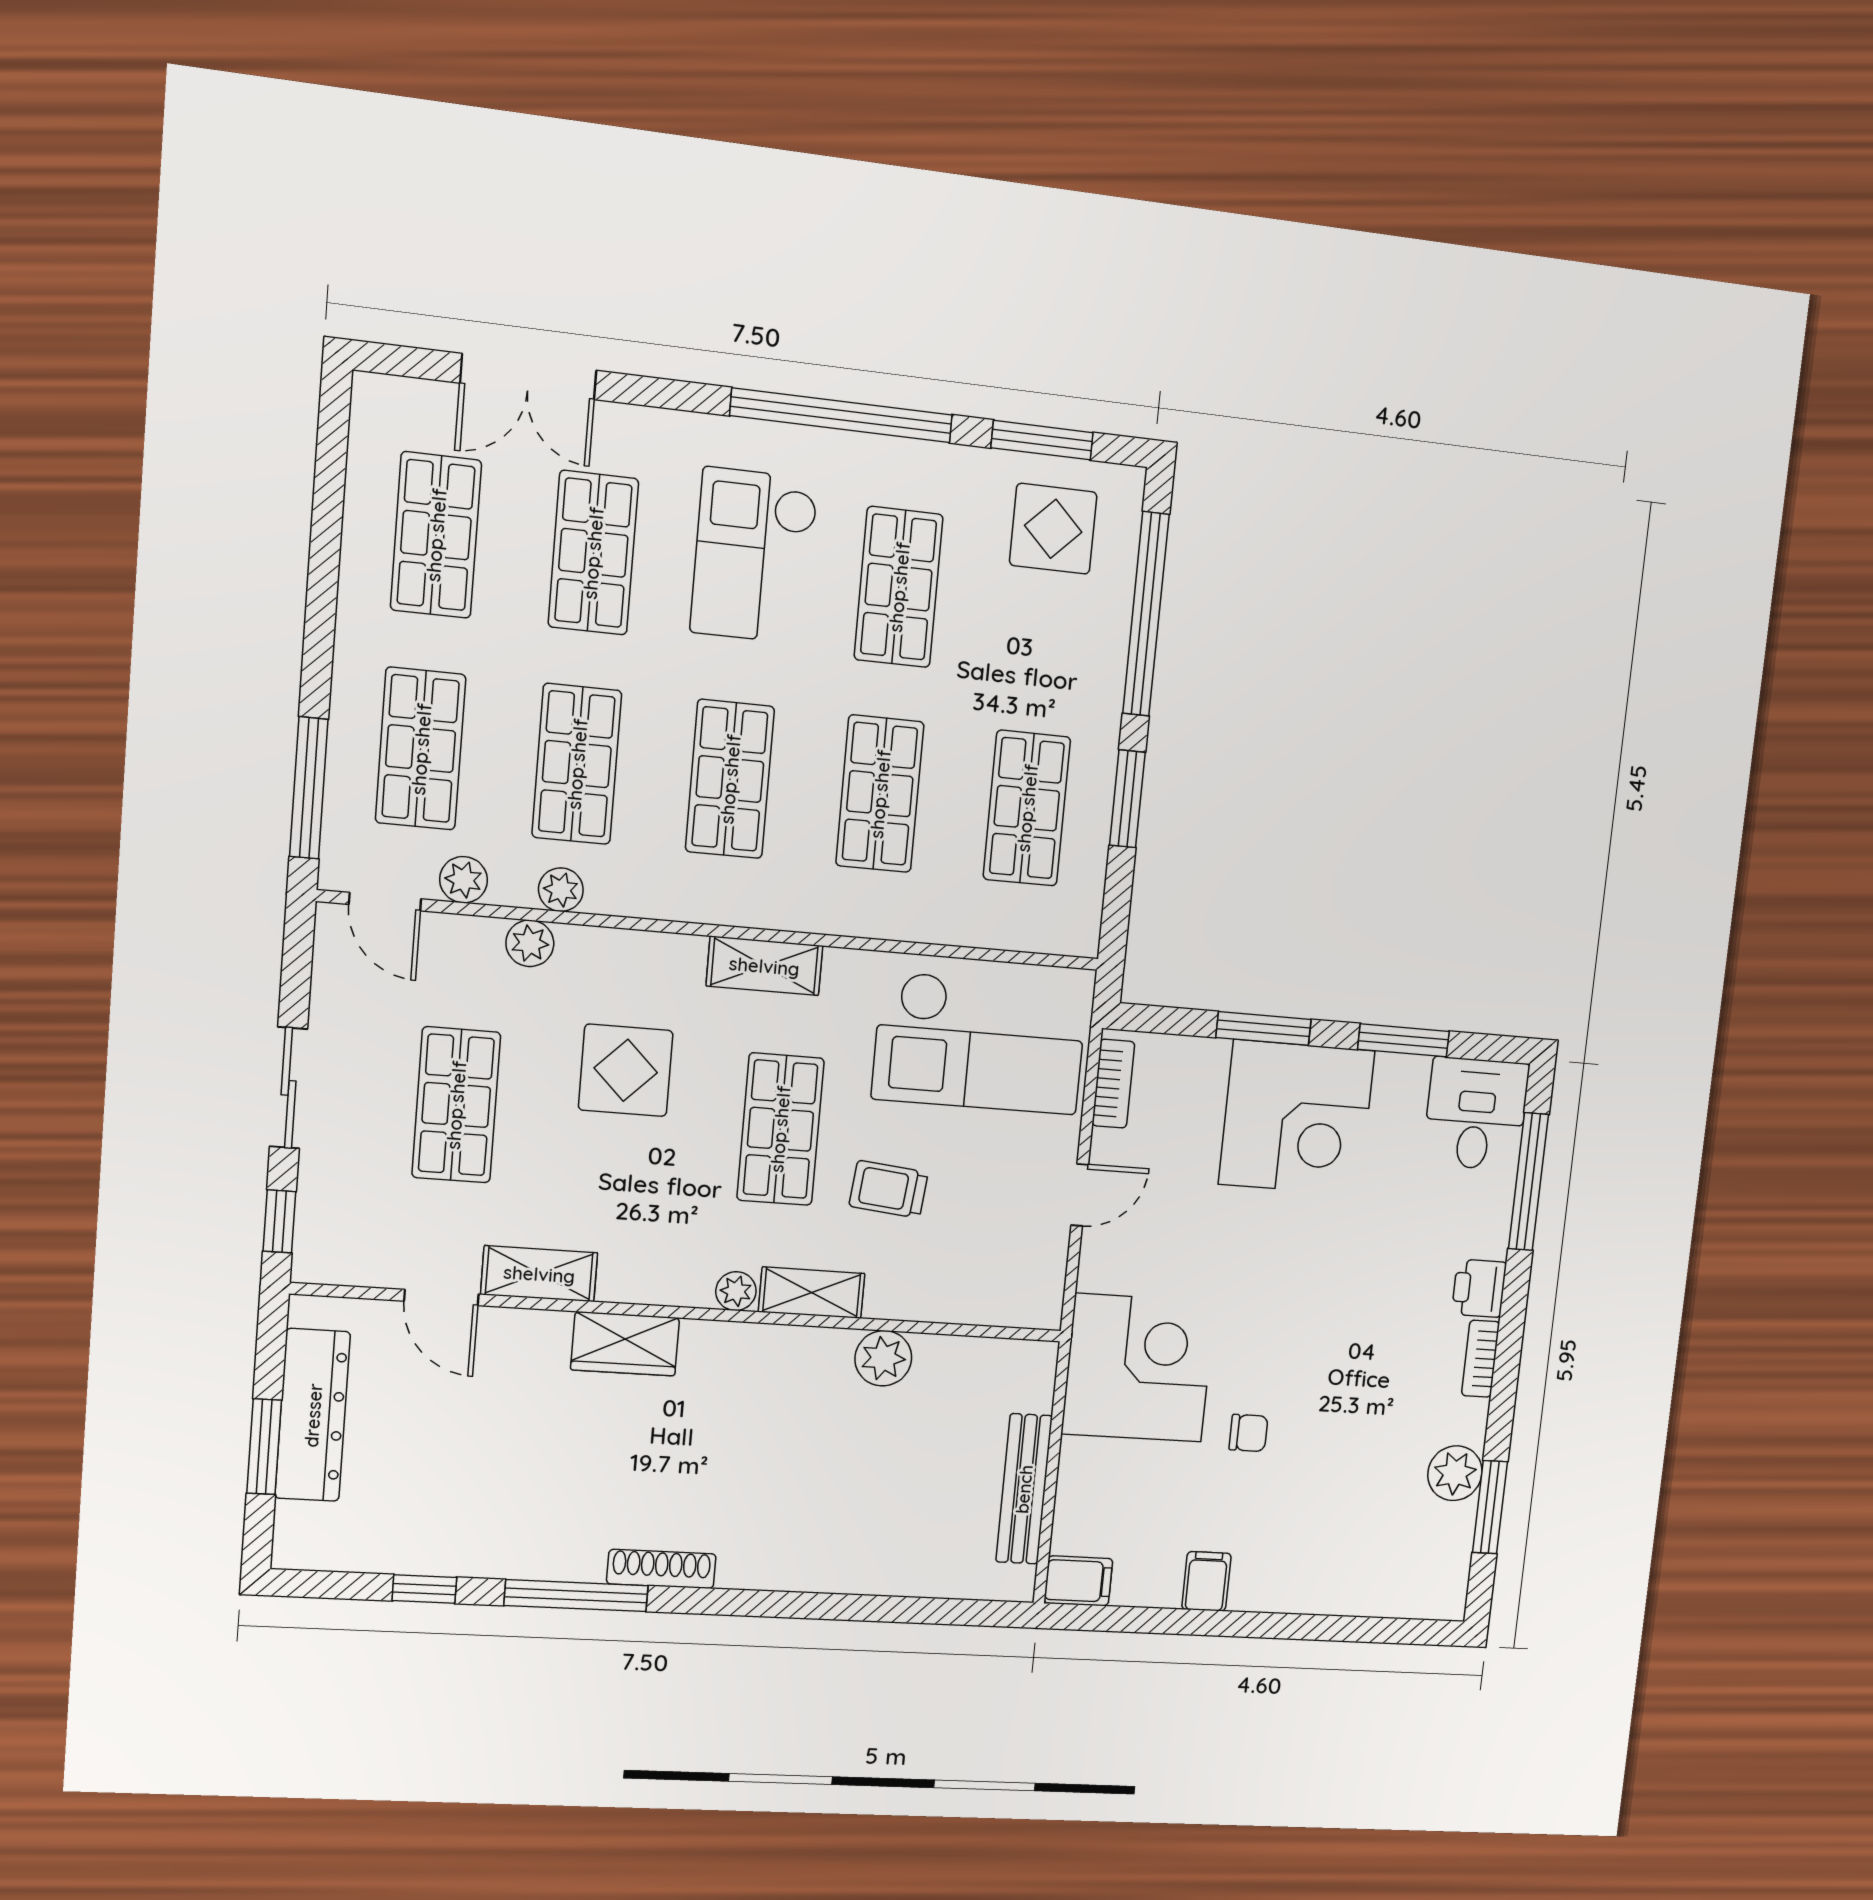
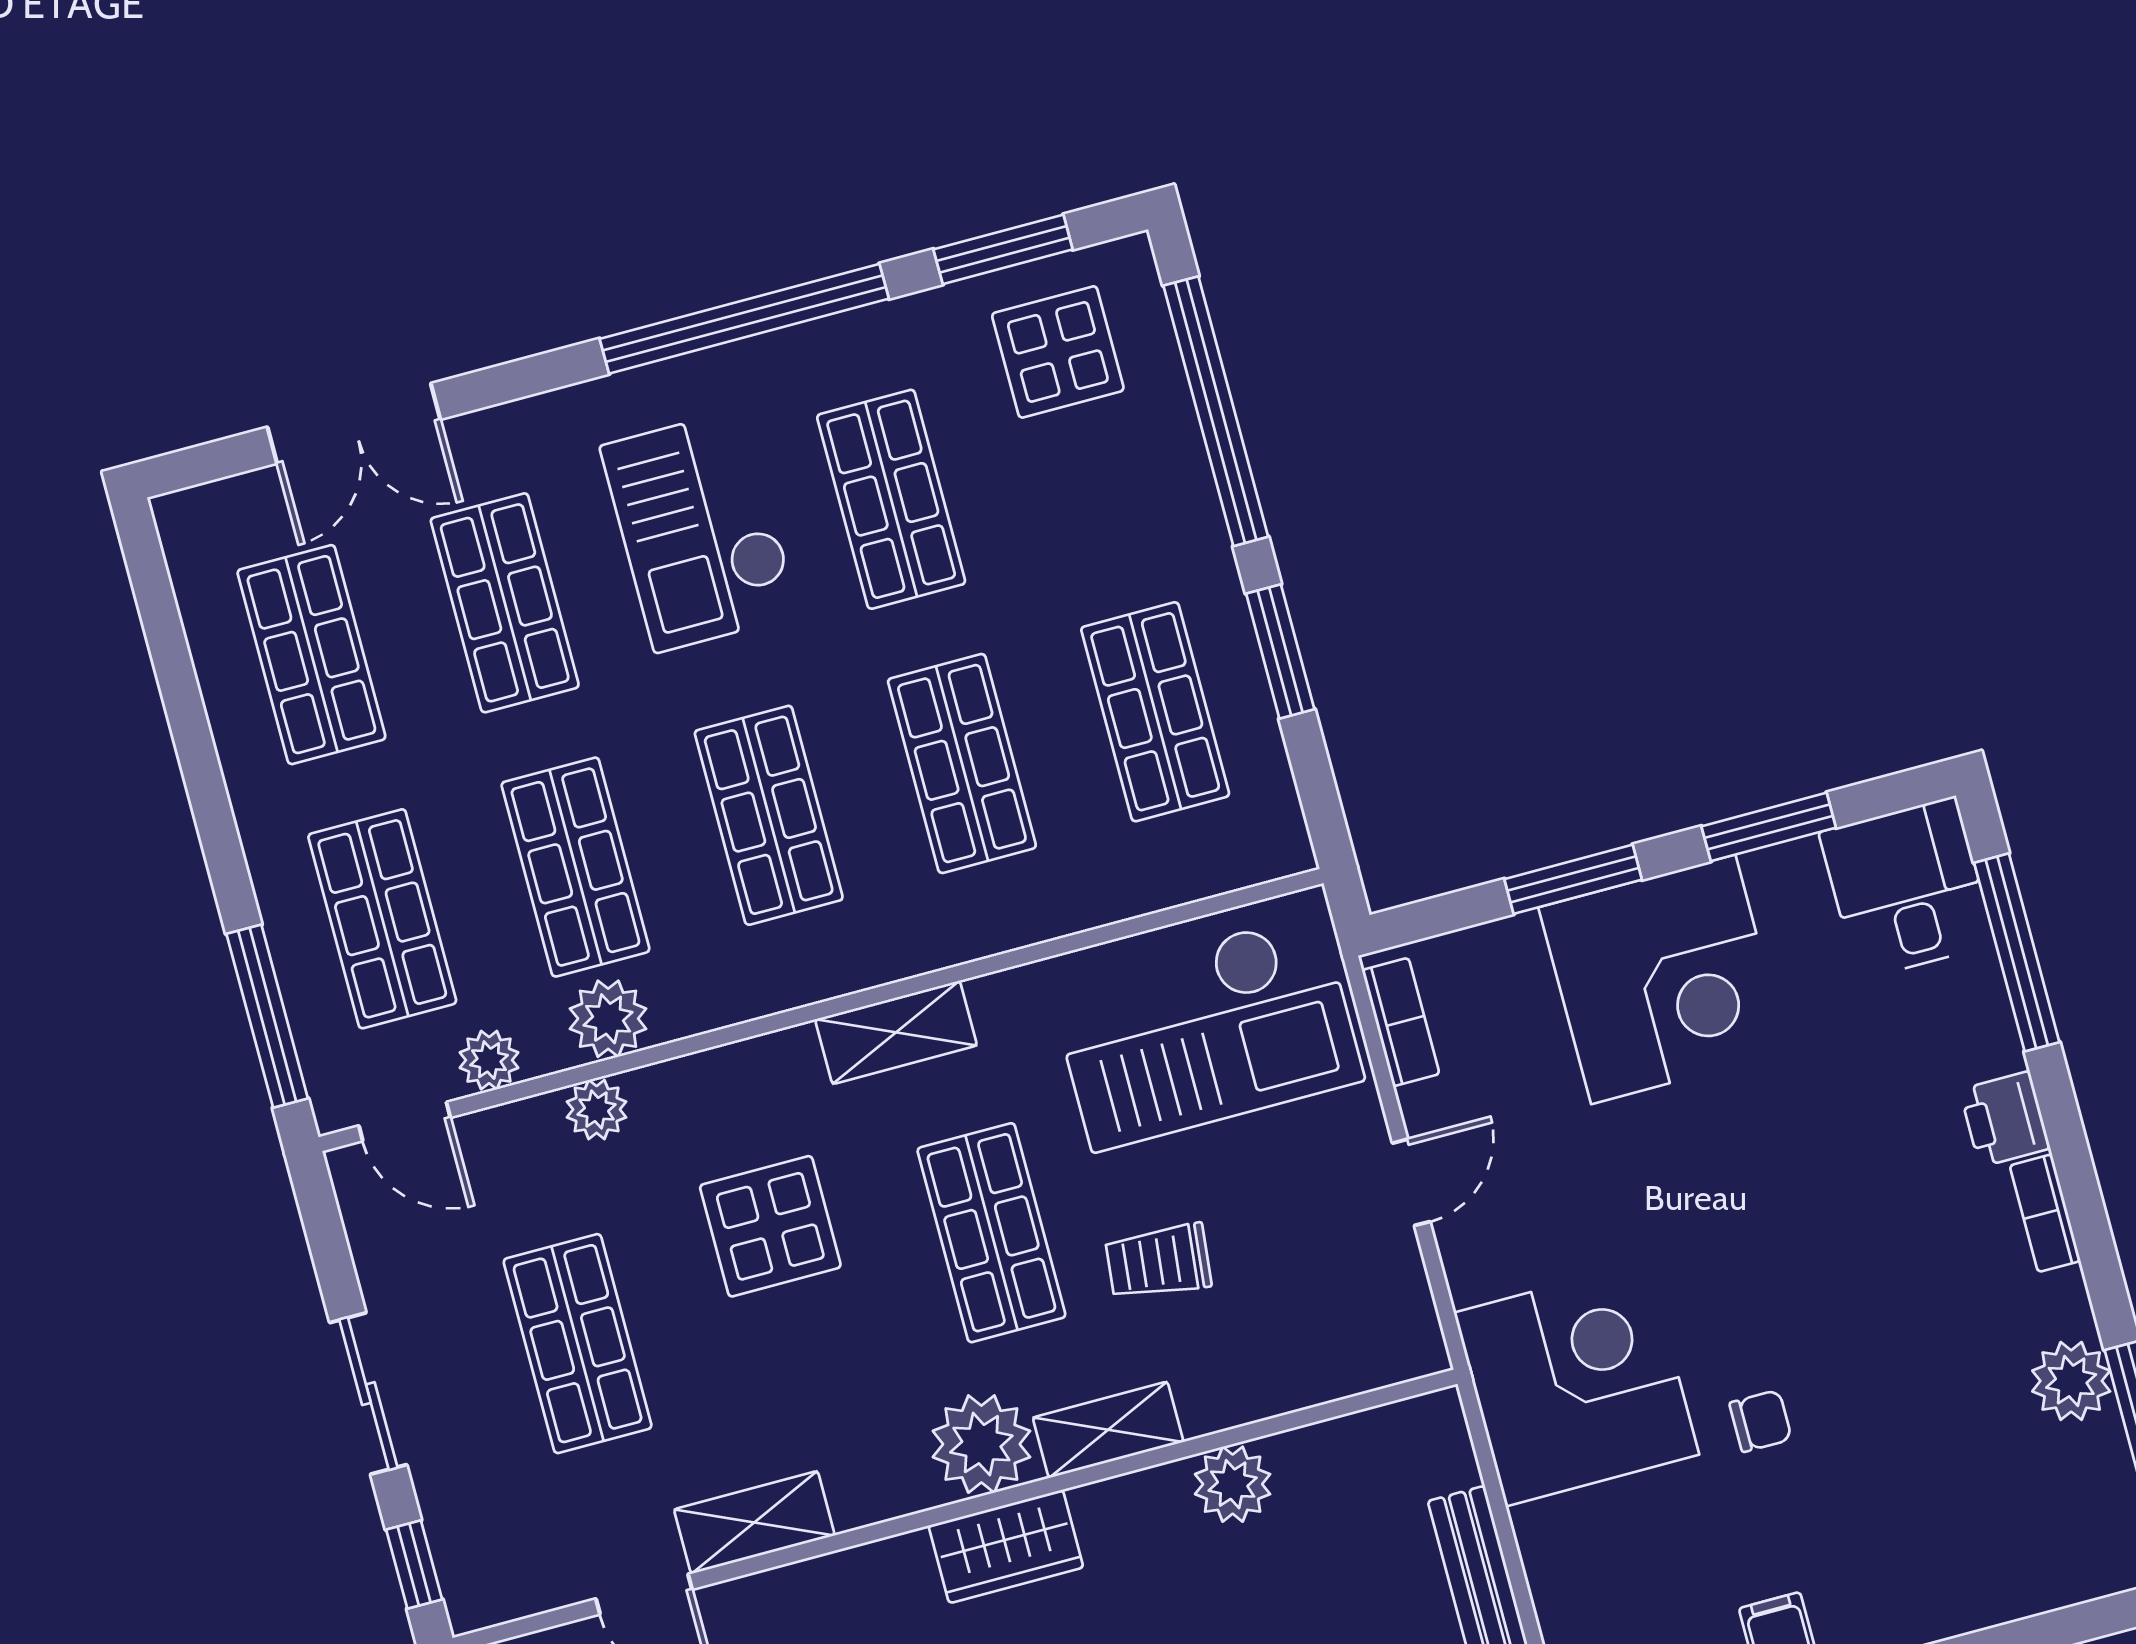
plant: (561, 890) -> (608, 1019), width x1.38, depth x1.38
plant: (736, 1291) -> (981, 1444), width x1.88, depth x1.88
wardrobe: (625, 1344) -> (1006, 1546), moved

